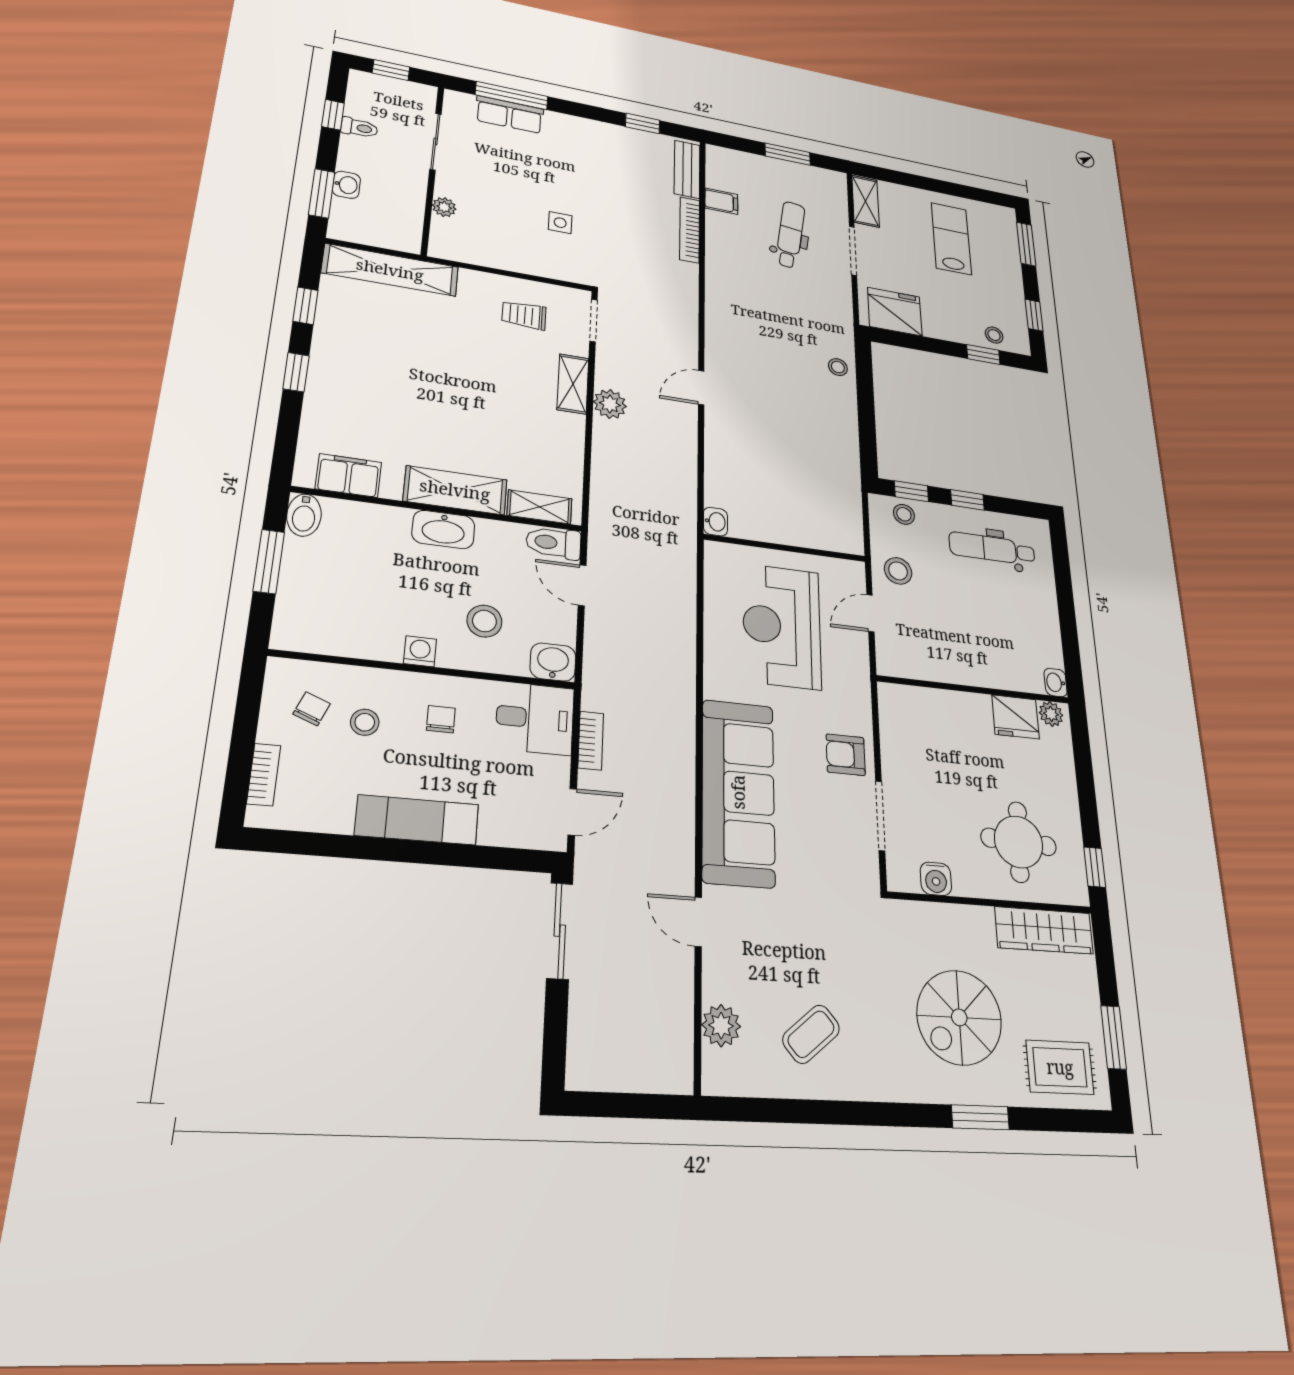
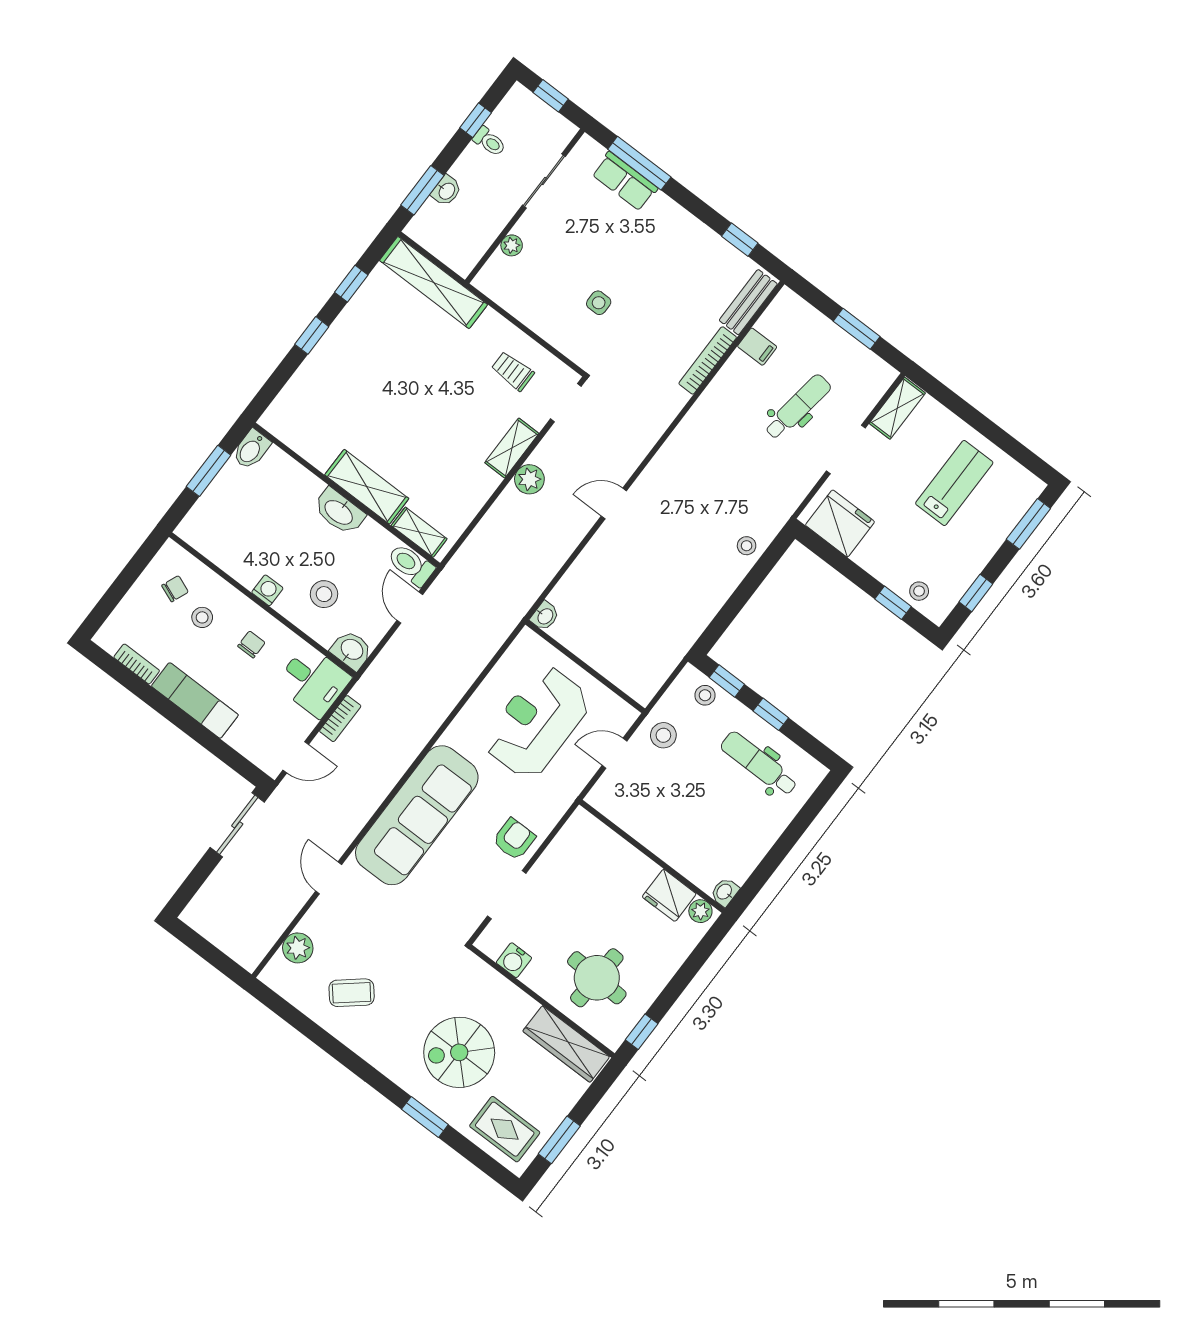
filing cabinet: (349, 475) -> (299, 436), removed
armchair: (846, 755) -> (514, 839), turned 90
bookcase: (264, 775) -> (137, 664), moved, turned -90

